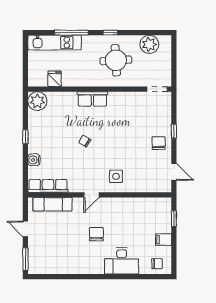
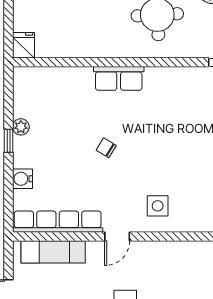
fridge: (55, 79) -> (23, 45), moved
plant: (37, 101) -> (21, 127), moved, width x0.53, depth x0.53
row of seats: (48, 186) -> (58, 222), width x1.36

